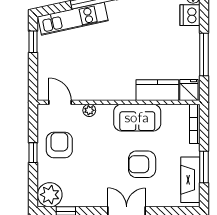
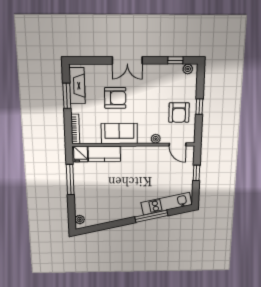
dishwasher: (190, 15) -> (82, 207), removed
window: (33, 42) -> (196, 173), moved
plant: (50, 195) -> (188, 69), width x0.53, depth x0.53

